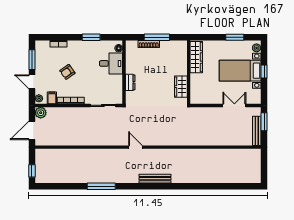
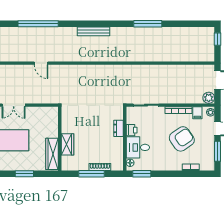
window: (91, 37) -> (142, 174), moved
window: (235, 37) -> (24, 174), moved
armchair: (67, 72) -> (182, 139), width x1.88, depth x1.88
printer: (117, 81) -> (132, 130), added
wardrobe: (181, 87) -> (68, 144), moved
door: (136, 147) -> (41, 63), moved
window: (210, 186) -> (38, 24), added

